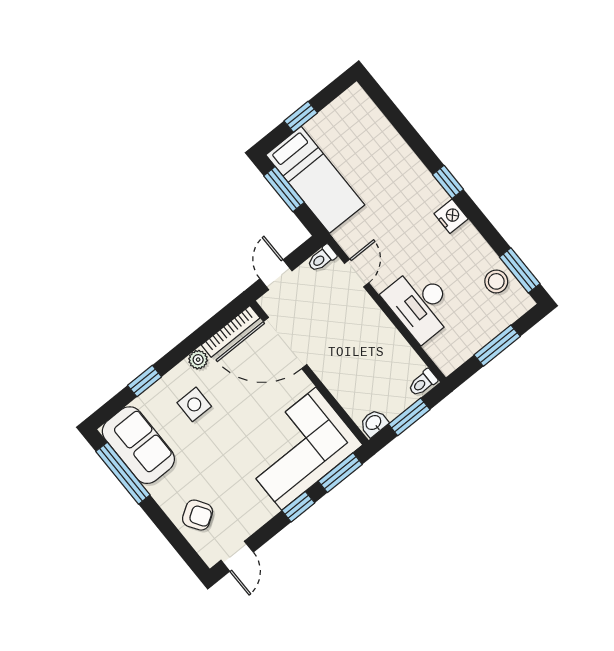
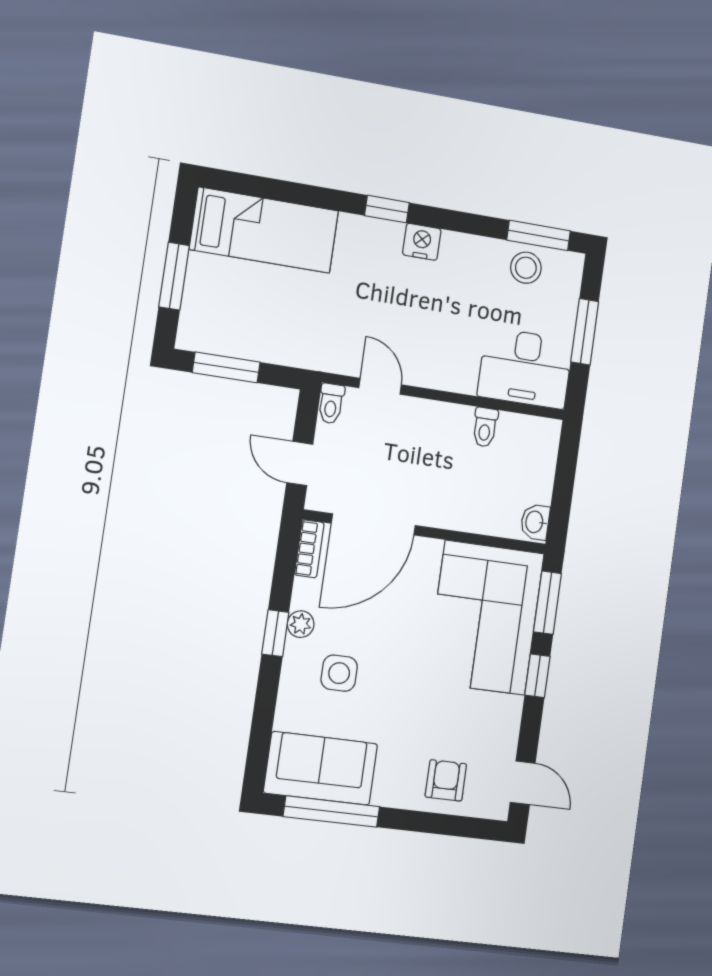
window: (301, 117) -> (174, 276), width x1.50
bed: (315, 180) -> (264, 230), moved
desk: (420, 304) -> (525, 368), moved
bookcase: (231, 331) -> (309, 549), width x0.64
window: (145, 381) -> (275, 633), moved
toilet: (423, 383) -> (485, 427), moved
window: (409, 417) -> (564, 483), removed
armchair: (198, 515) -> (446, 780), turned -57

